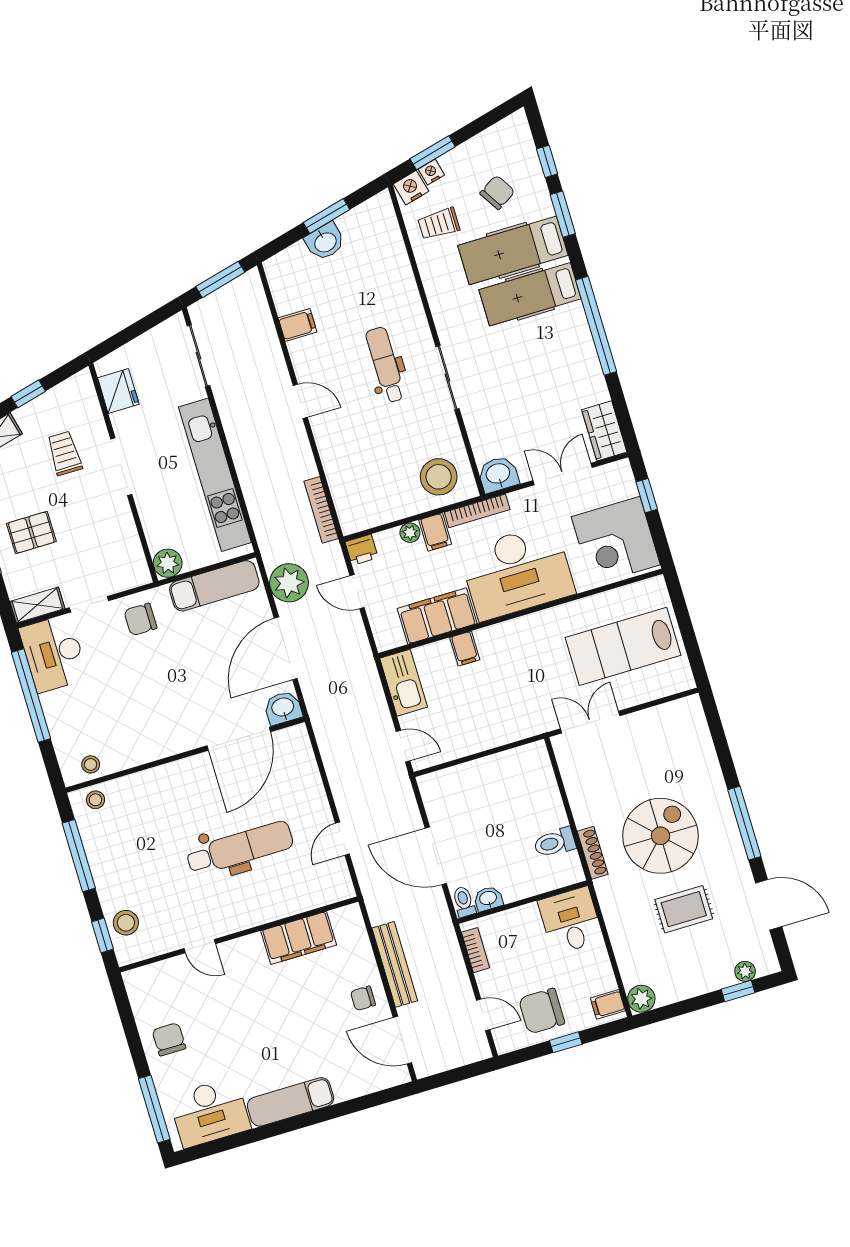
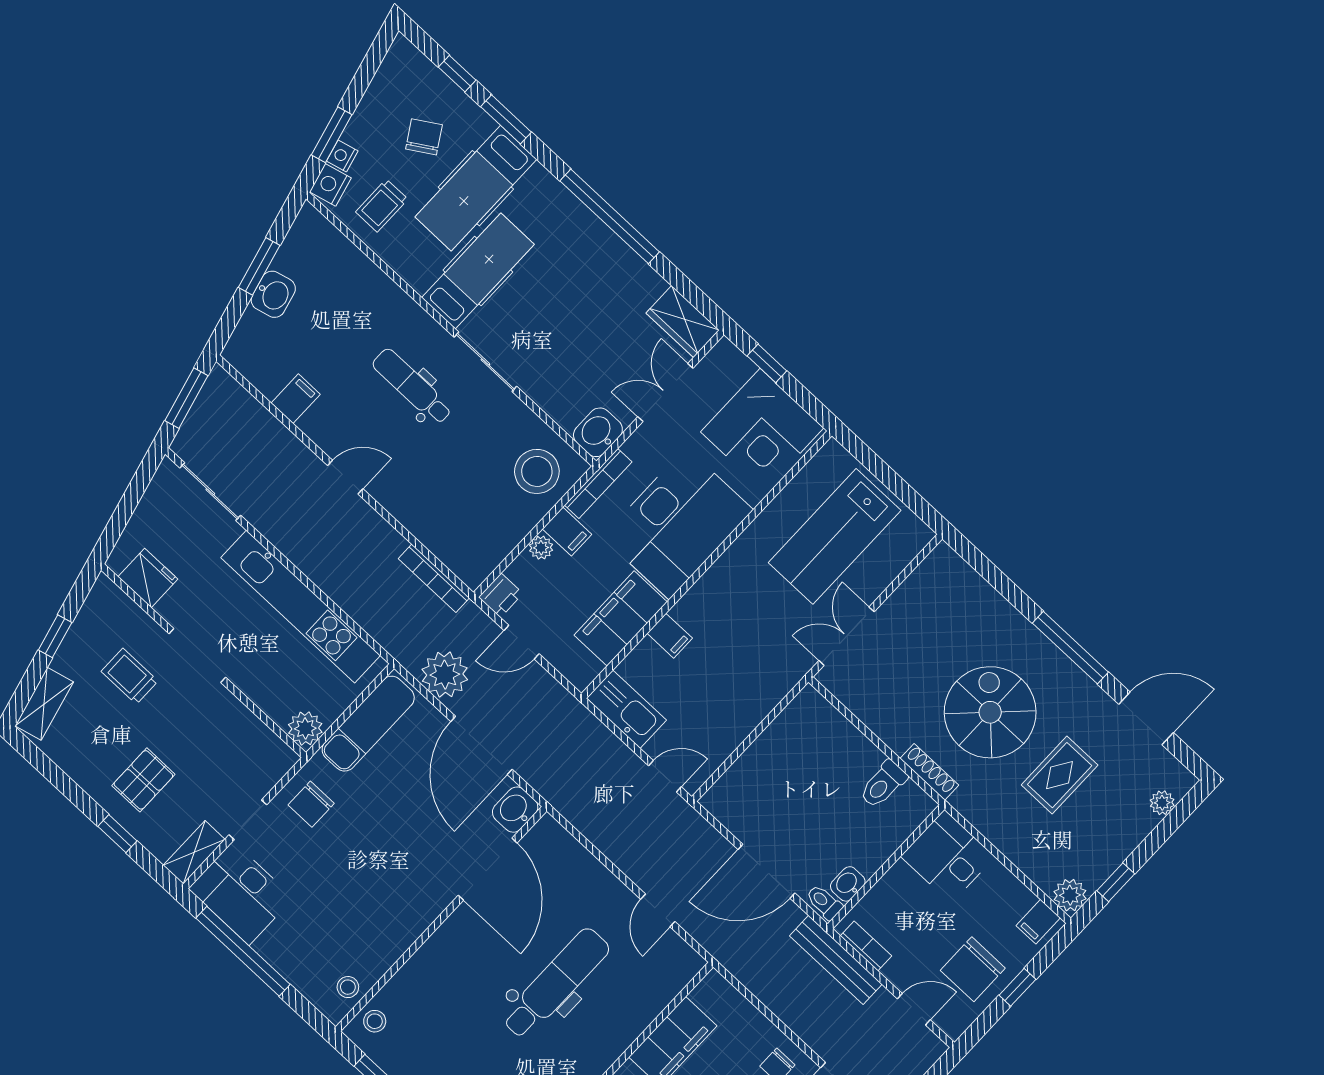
hospital bed: (530, 294) -> (478, 271), moved, turned 180
bench: (395, 964) -> (836, 960), moved
window: (738, 991) -> (1116, 882), moved

